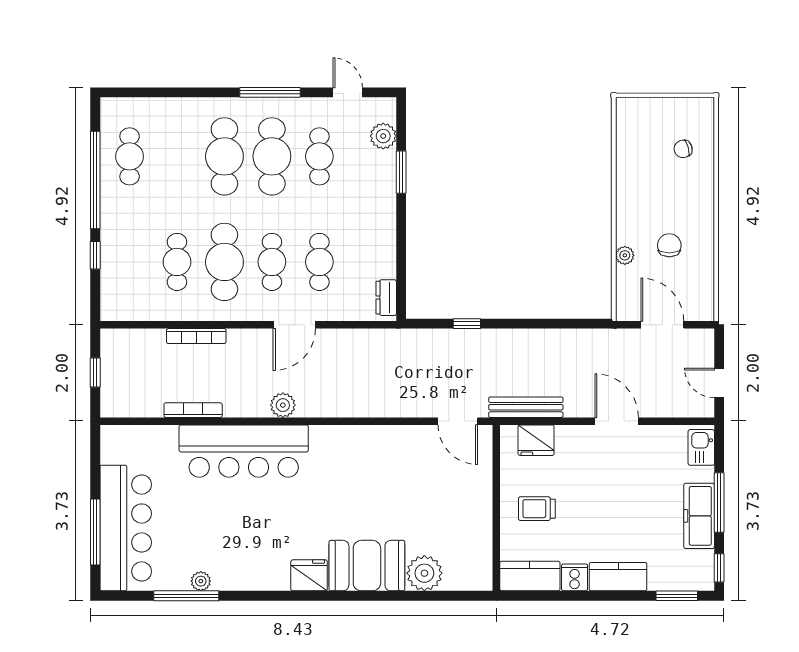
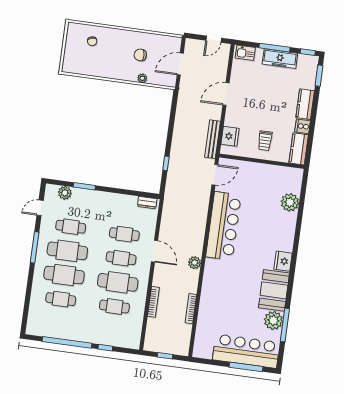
cafe table: (130, 156) -> (61, 299), moved
bar counter: (244, 451) -> (223, 226), moved
booth: (367, 566) -> (274, 290), moved
plant: (201, 581) -> (273, 320), width x1.87, depth x1.87

